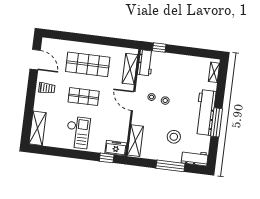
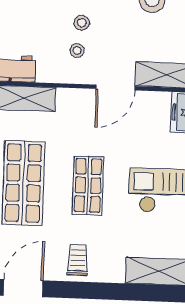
door: (133, 101) -> (116, 88), moved

